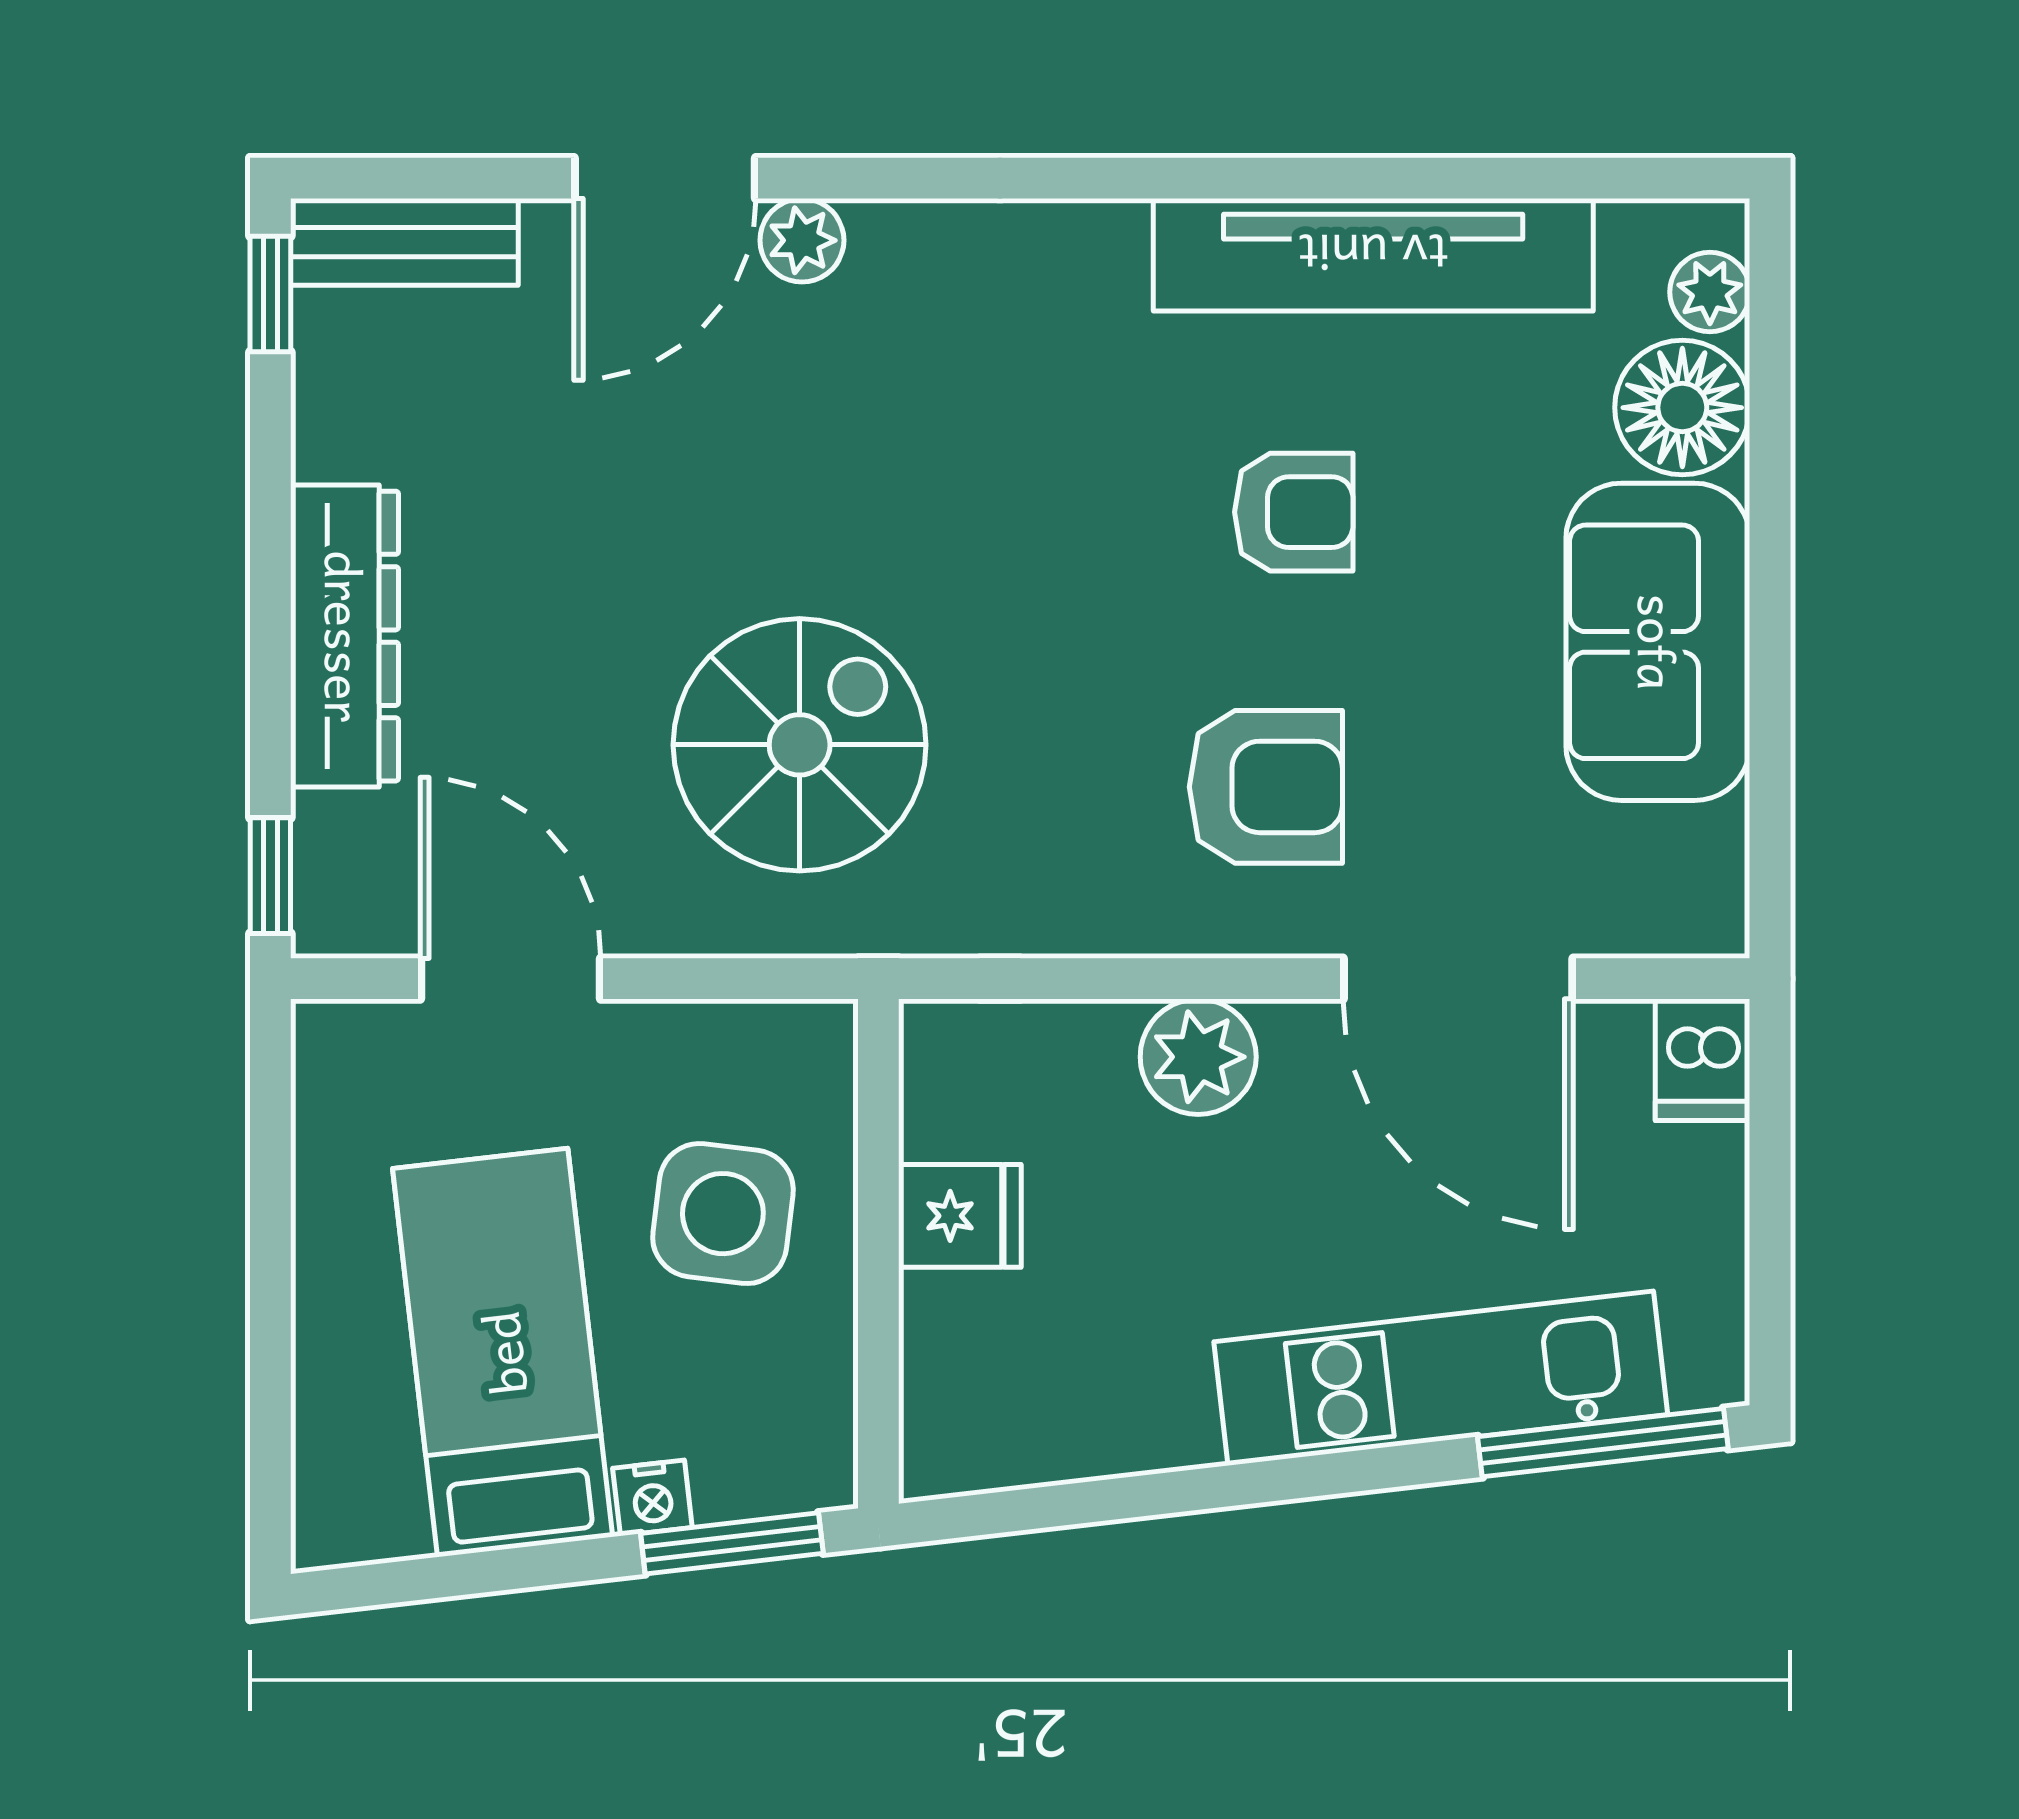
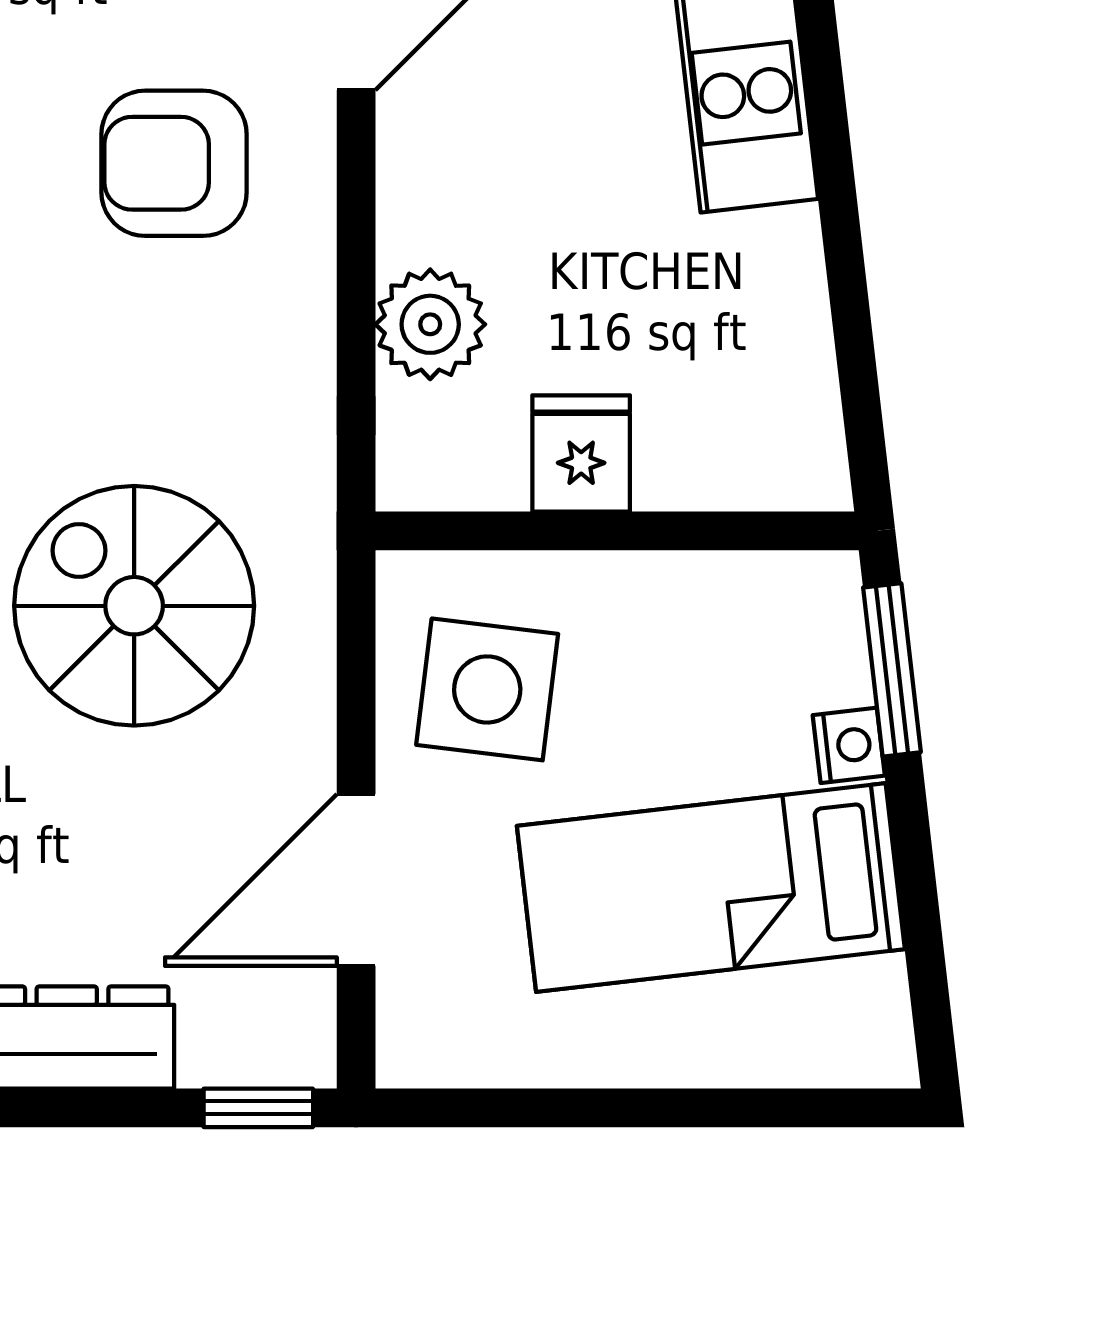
armchair: (1266, 787) -> (174, 163), turned -90
plant: (1198, 1057) -> (430, 324), moved
side table: (723, 1214) -> (487, 689), moved

